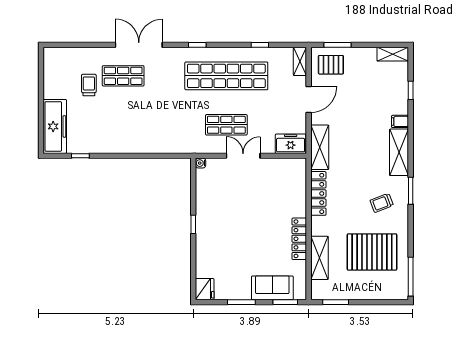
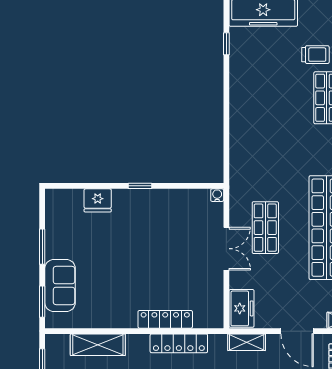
shelving: (320, 147) -> (247, 342), width x0.67, depth x0.75
locker: (299, 239) -> (165, 319), moved
fridge: (205, 289) -> (98, 200), moved

